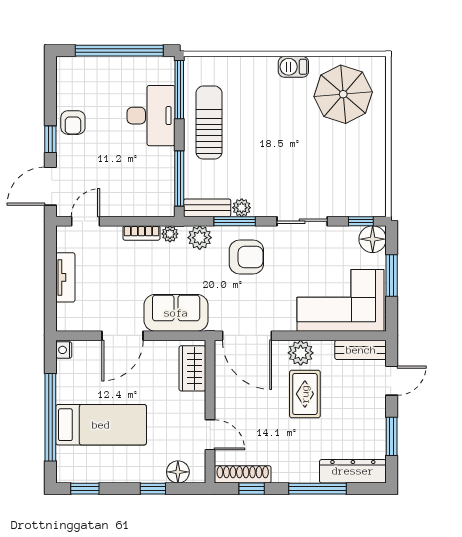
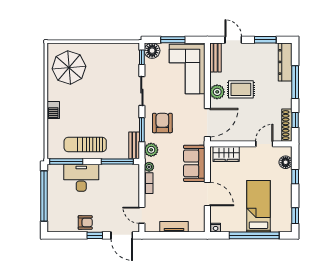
barbecue: (293, 67) -> (53, 110), moved
plant: (242, 208) -> (134, 126), removed

